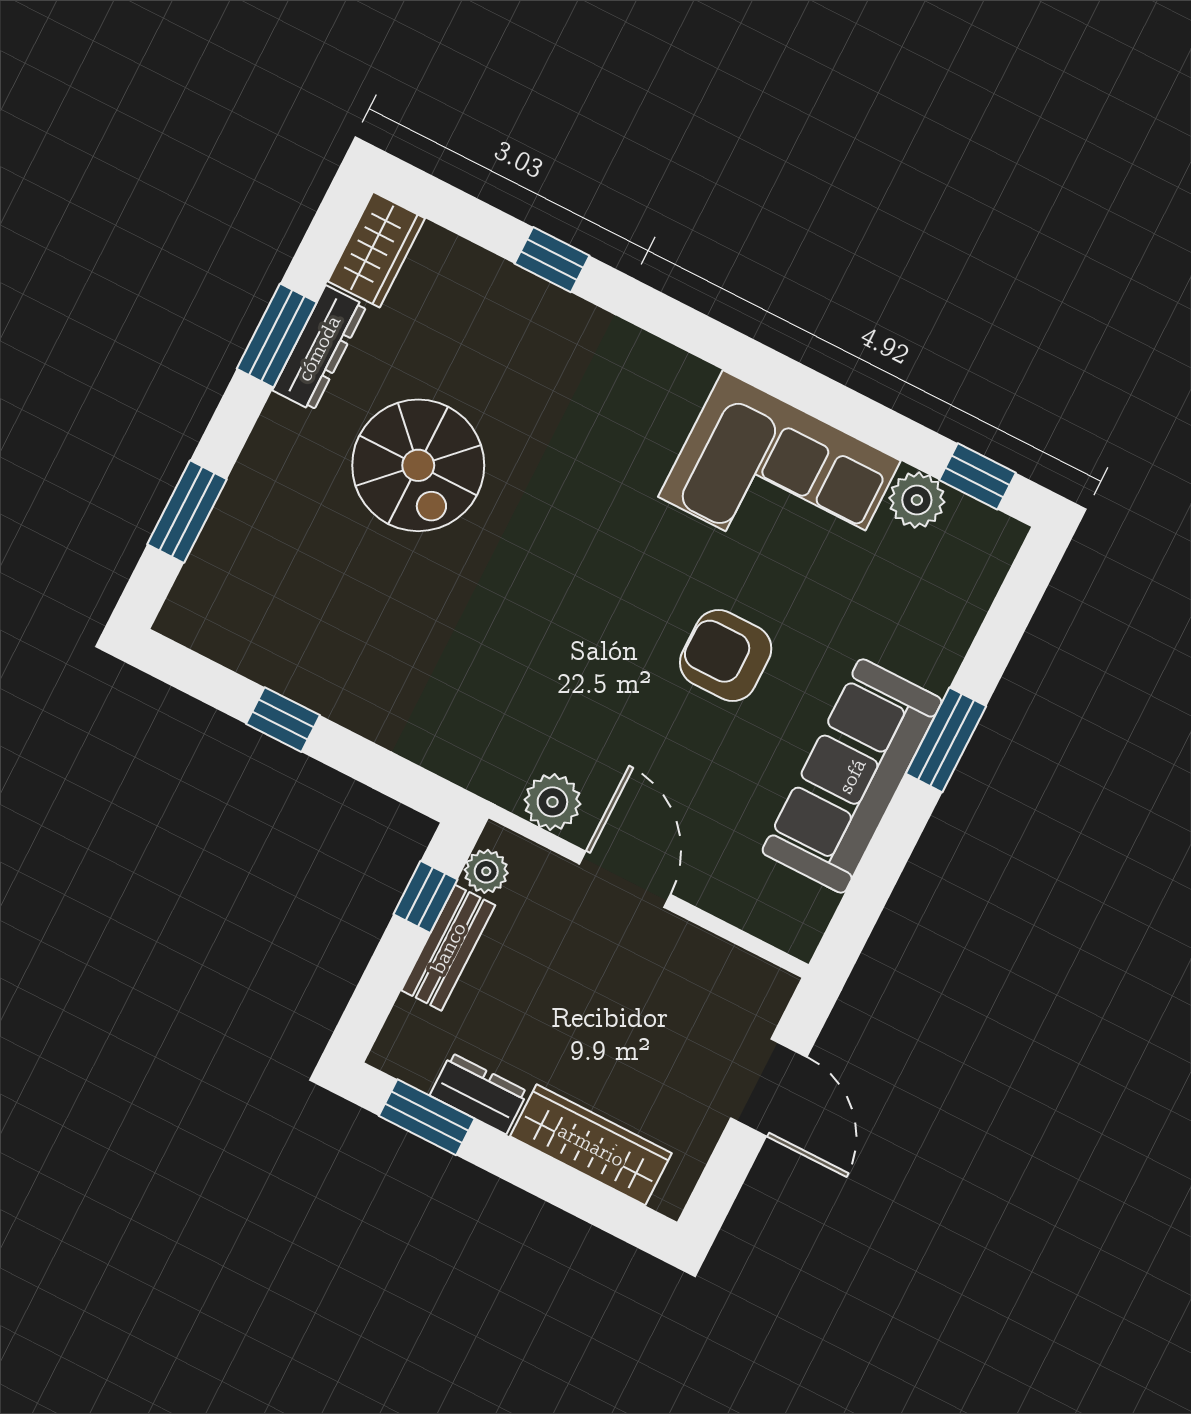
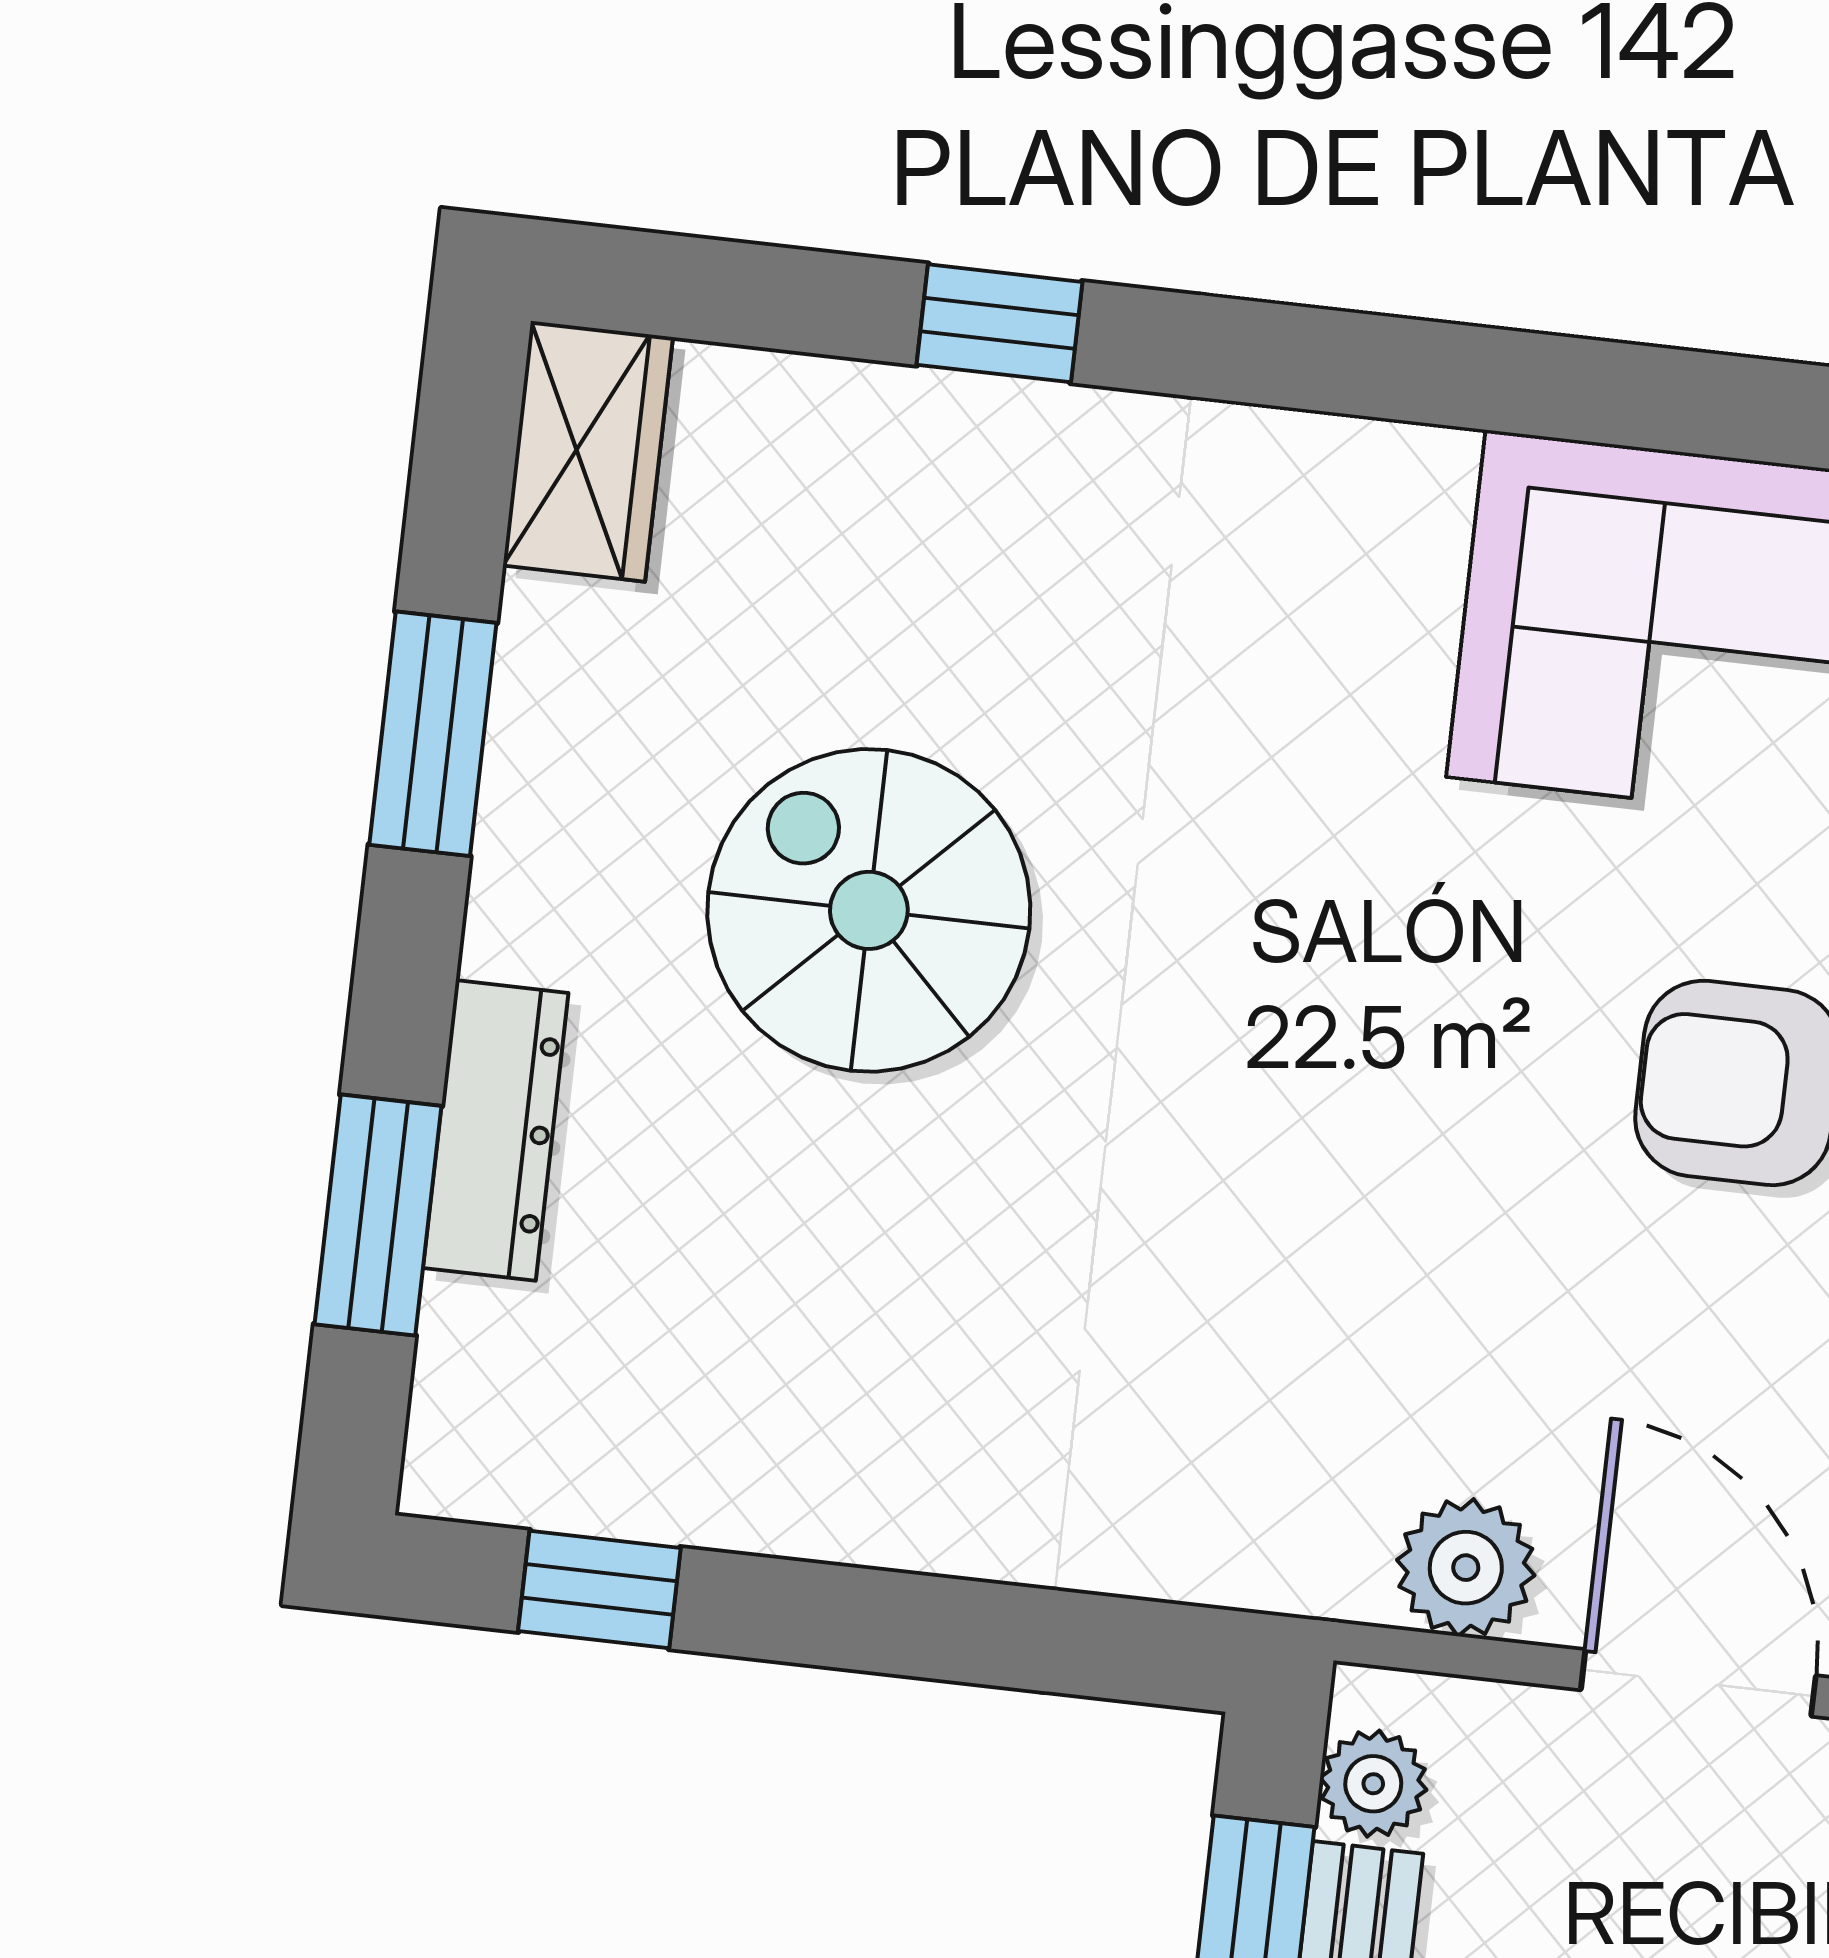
dresser: (319, 348) -> (496, 1130), moved
spiral stairs: (418, 465) -> (869, 910), turned 180
window: (283, 720) -> (599, 1589), moved

